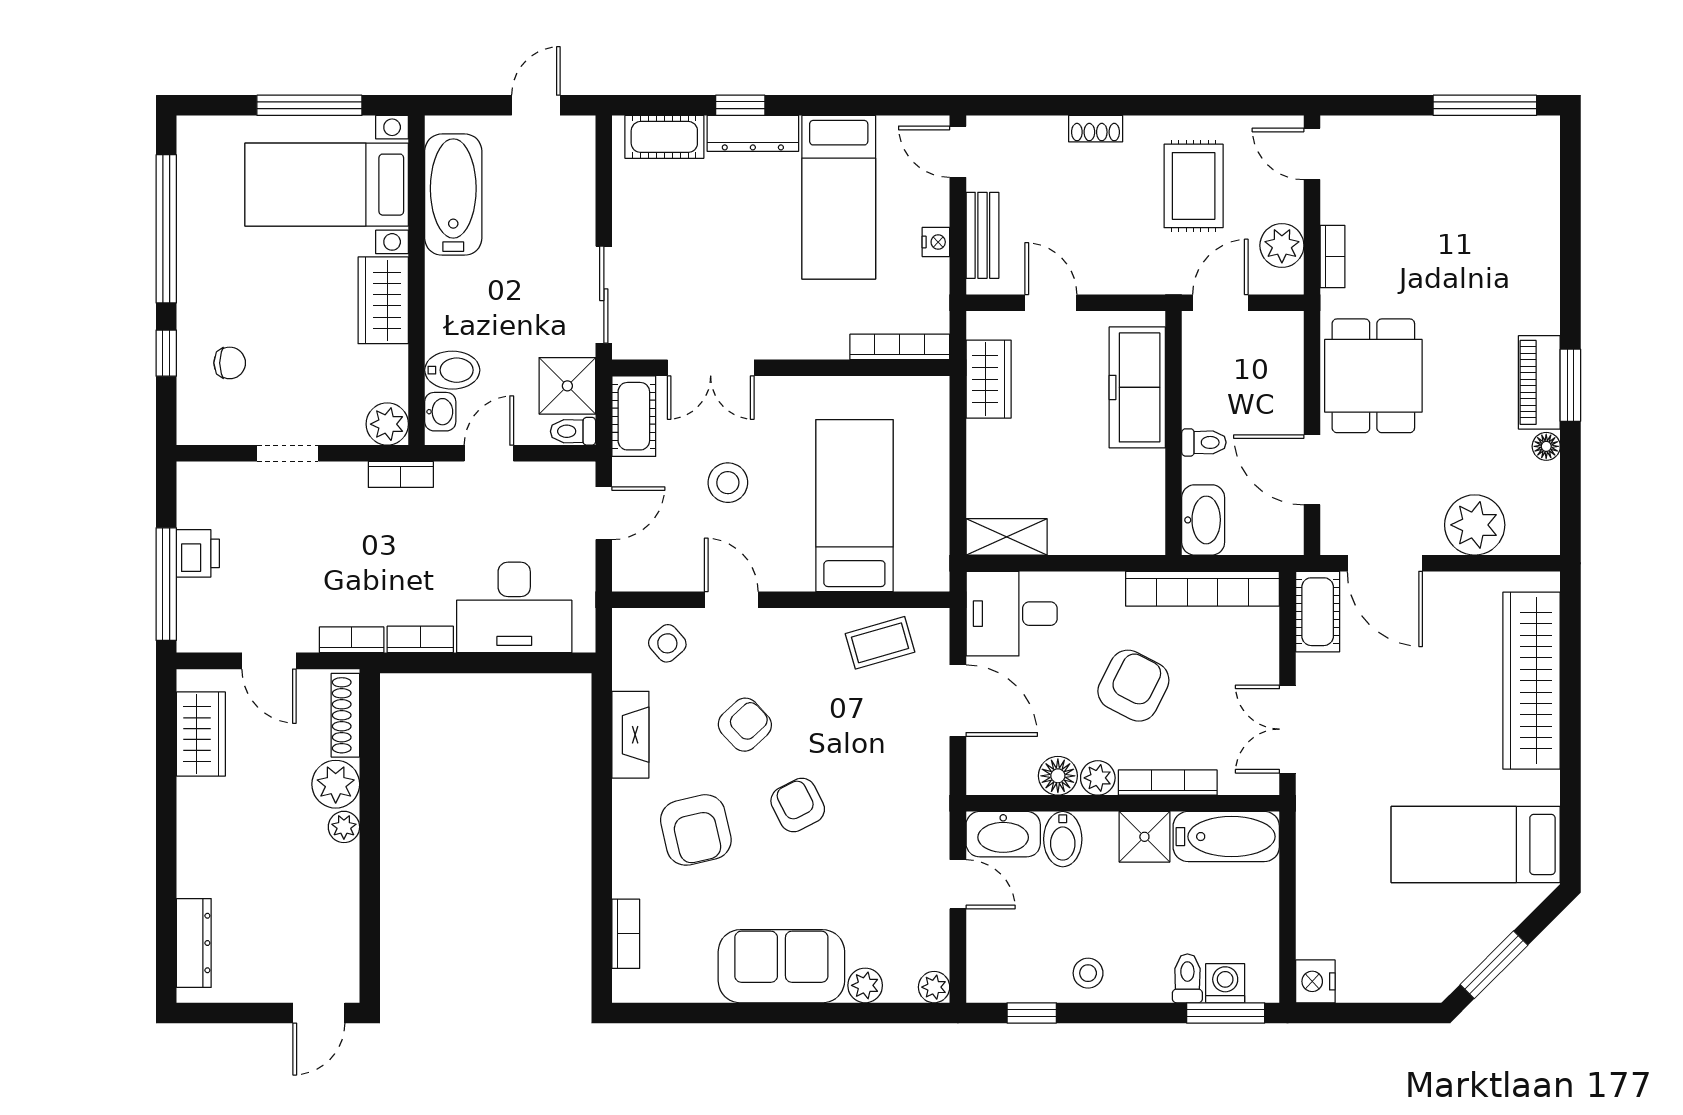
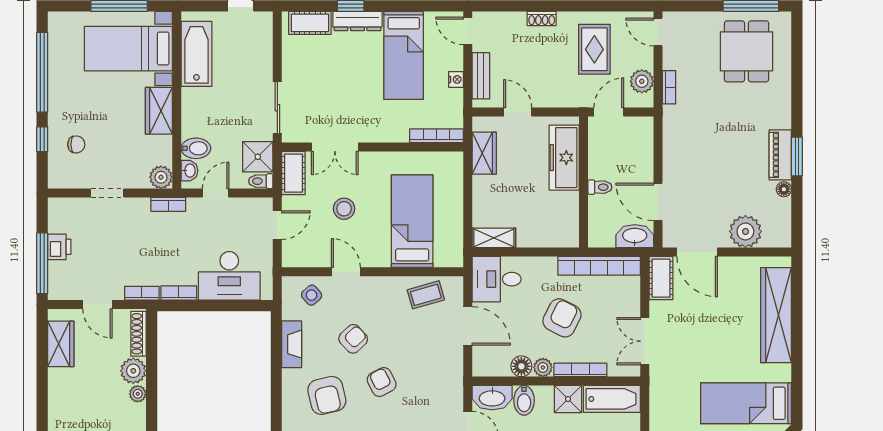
dining table: (1373, 376) -> (747, 51), moved
washbasin: (1203, 520) -> (635, 236), moved, turned -90

